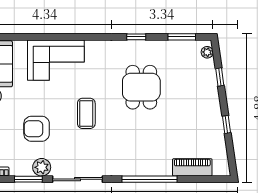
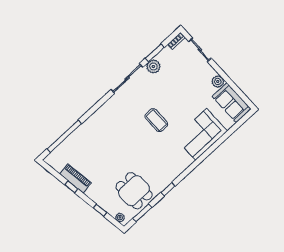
dining table: (141, 87) -> (134, 191), moved
armchair: (37, 129) -> (176, 86), removed
piano: (192, 167) -> (75, 178), moved, turned -98
window: (150, 179) -> (64, 136), moved

